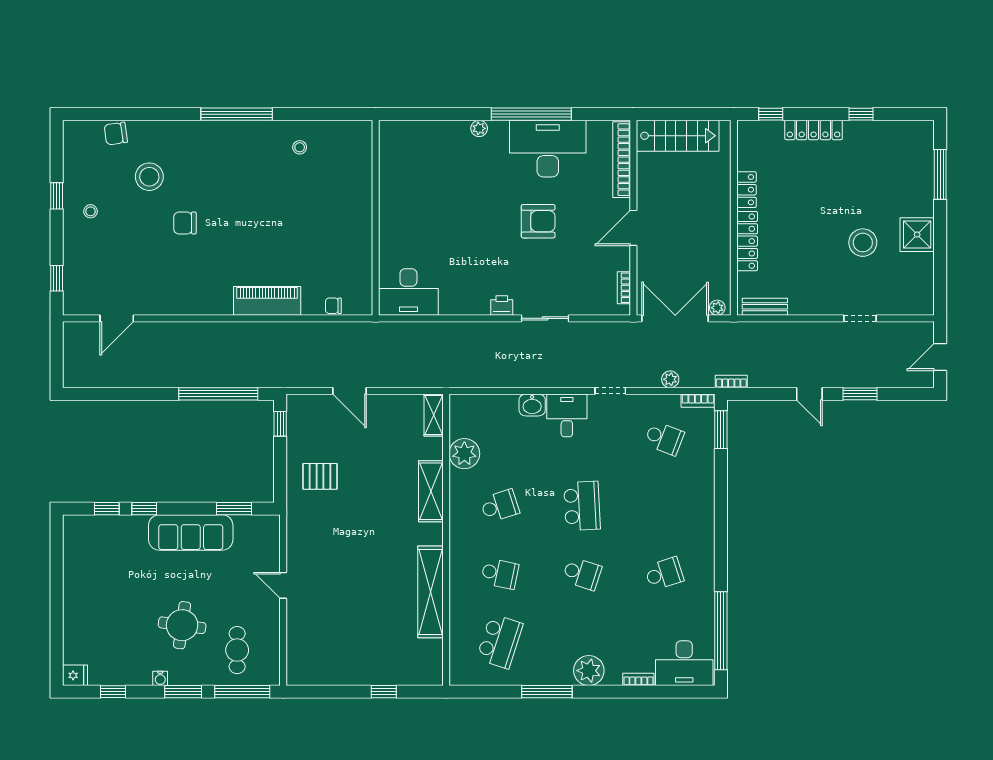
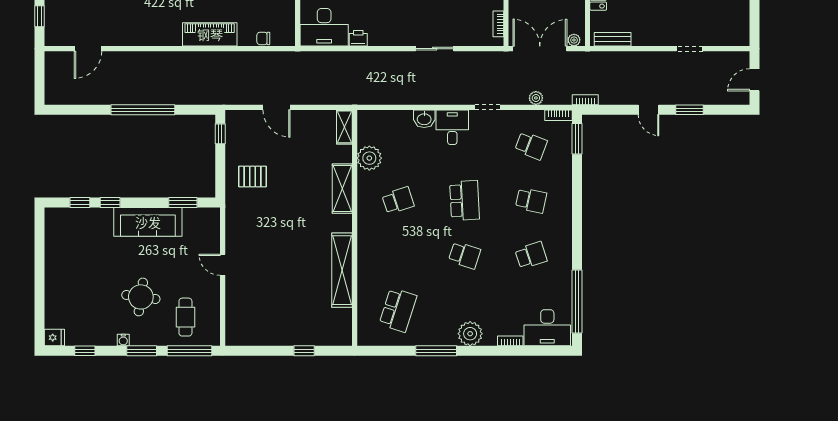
printer: (502, 306) -> (358, 38), moved
window: (218, 394) -> (143, 110), moved
school desk: (500, 574) -> (531, 200), moved

